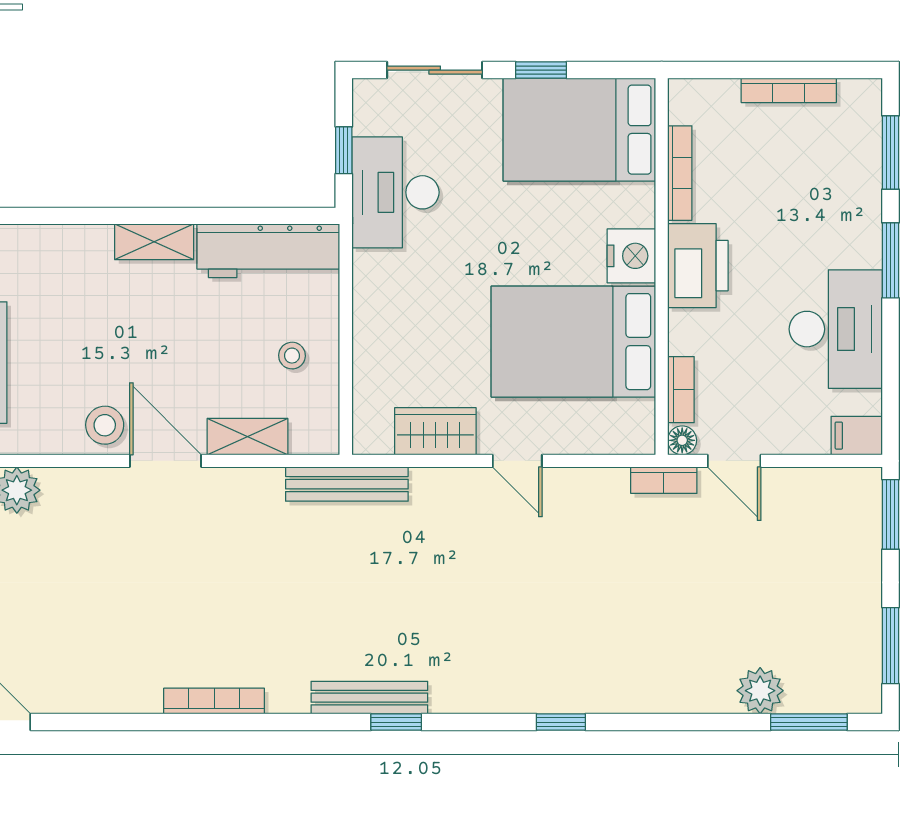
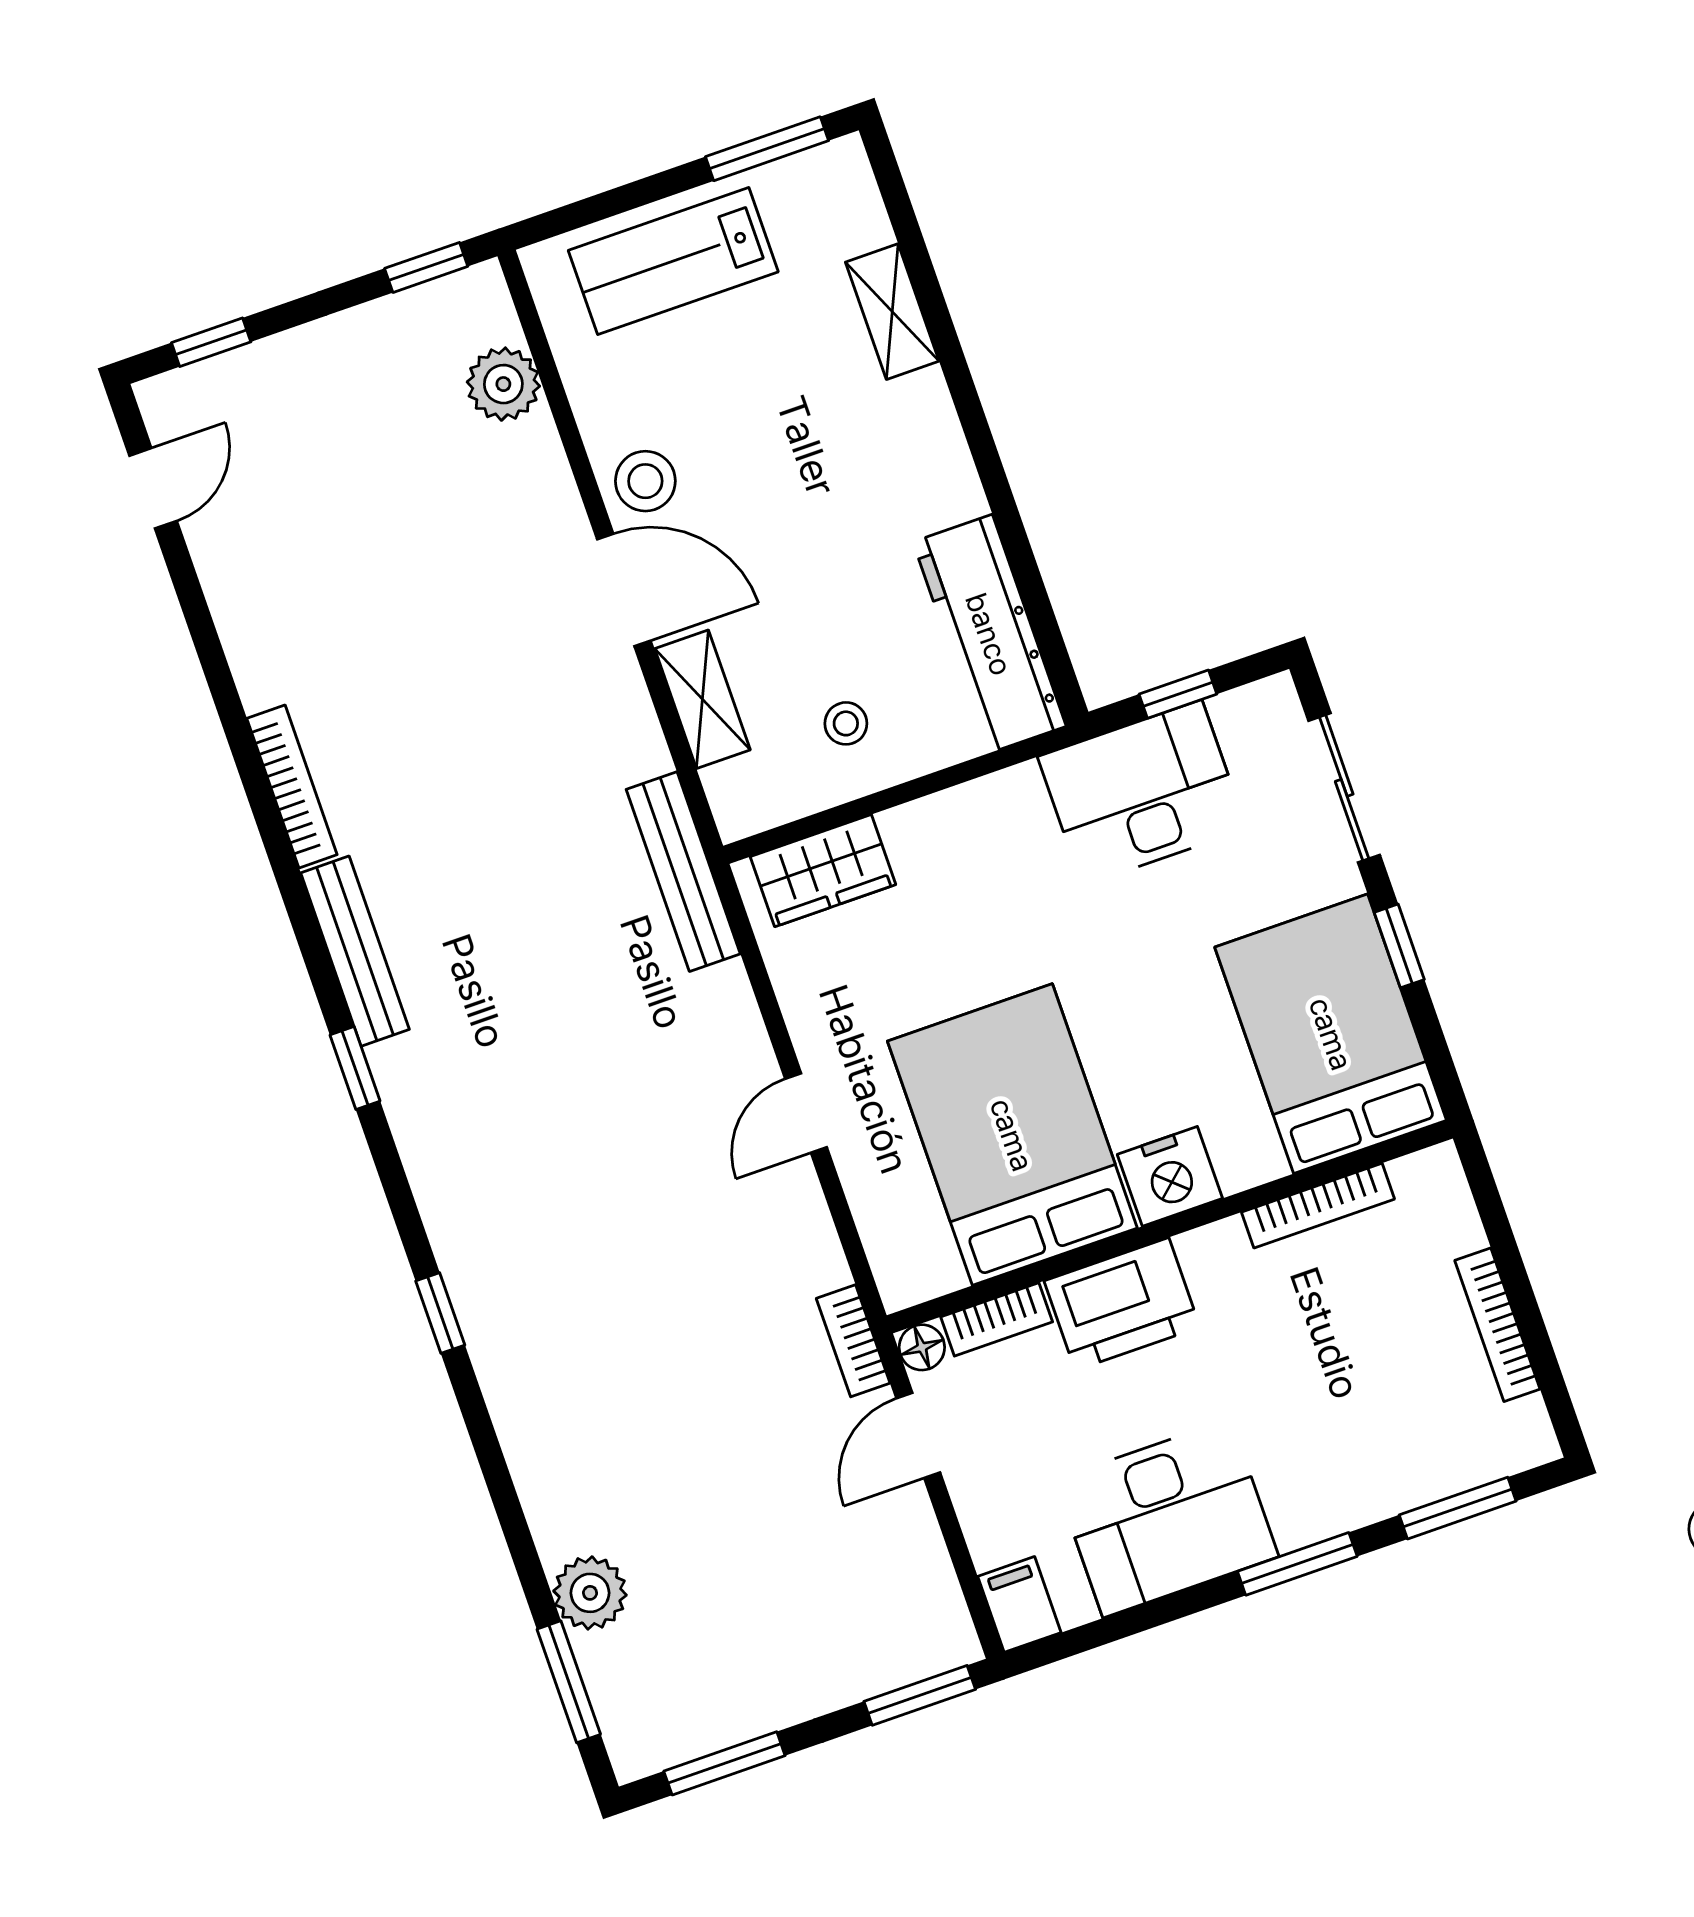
shelving: (154, 242) -> (892, 312), moved
printer: (698, 266) -> (1122, 1304), moved
wardrobe: (435, 431) -> (823, 871), moved, turned 90
door: (166, 461) -> (624, 590), hinge flipped
bench: (369, 698) -> (355, 951), moved

